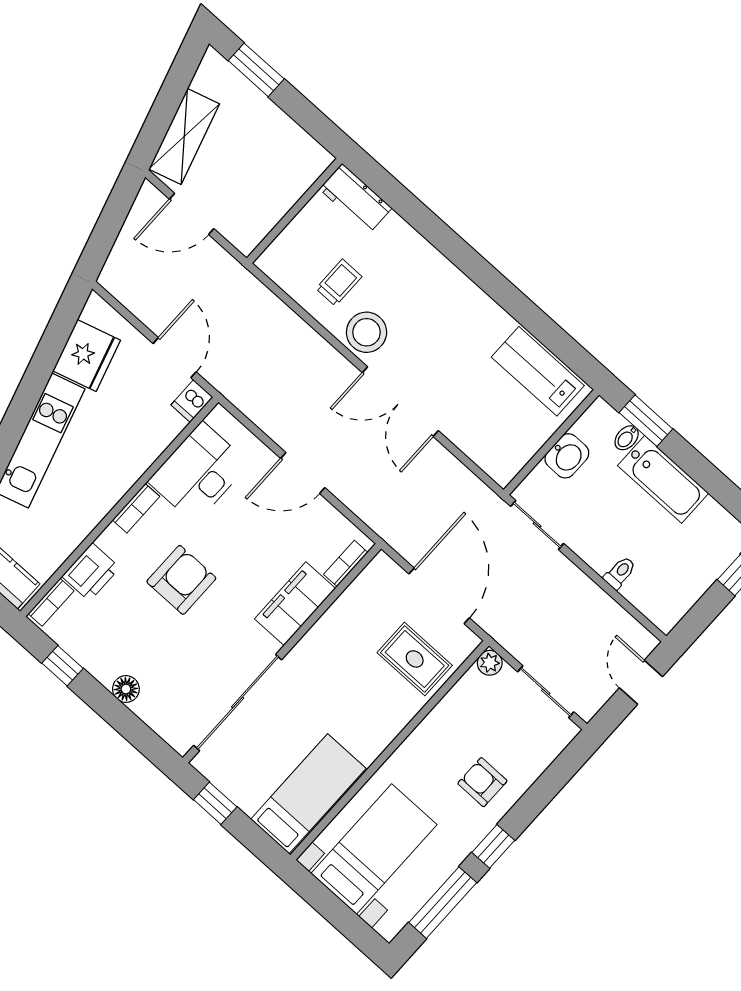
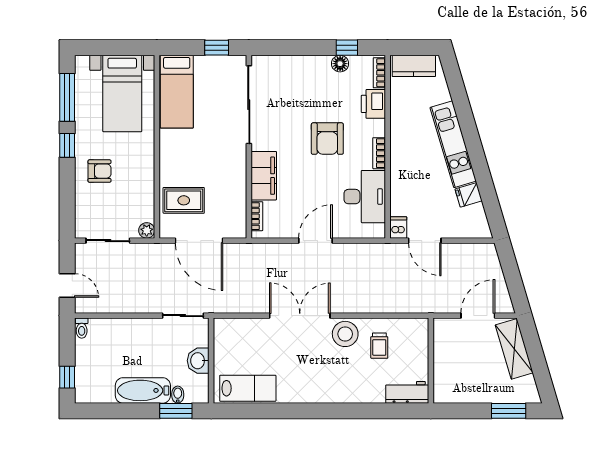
fridge: (87, 356) -> (469, 195), width x0.53, depth x0.75
toilet: (620, 573) -> (82, 328), moved
floor lamp: (126, 689) -> (340, 64), moved

